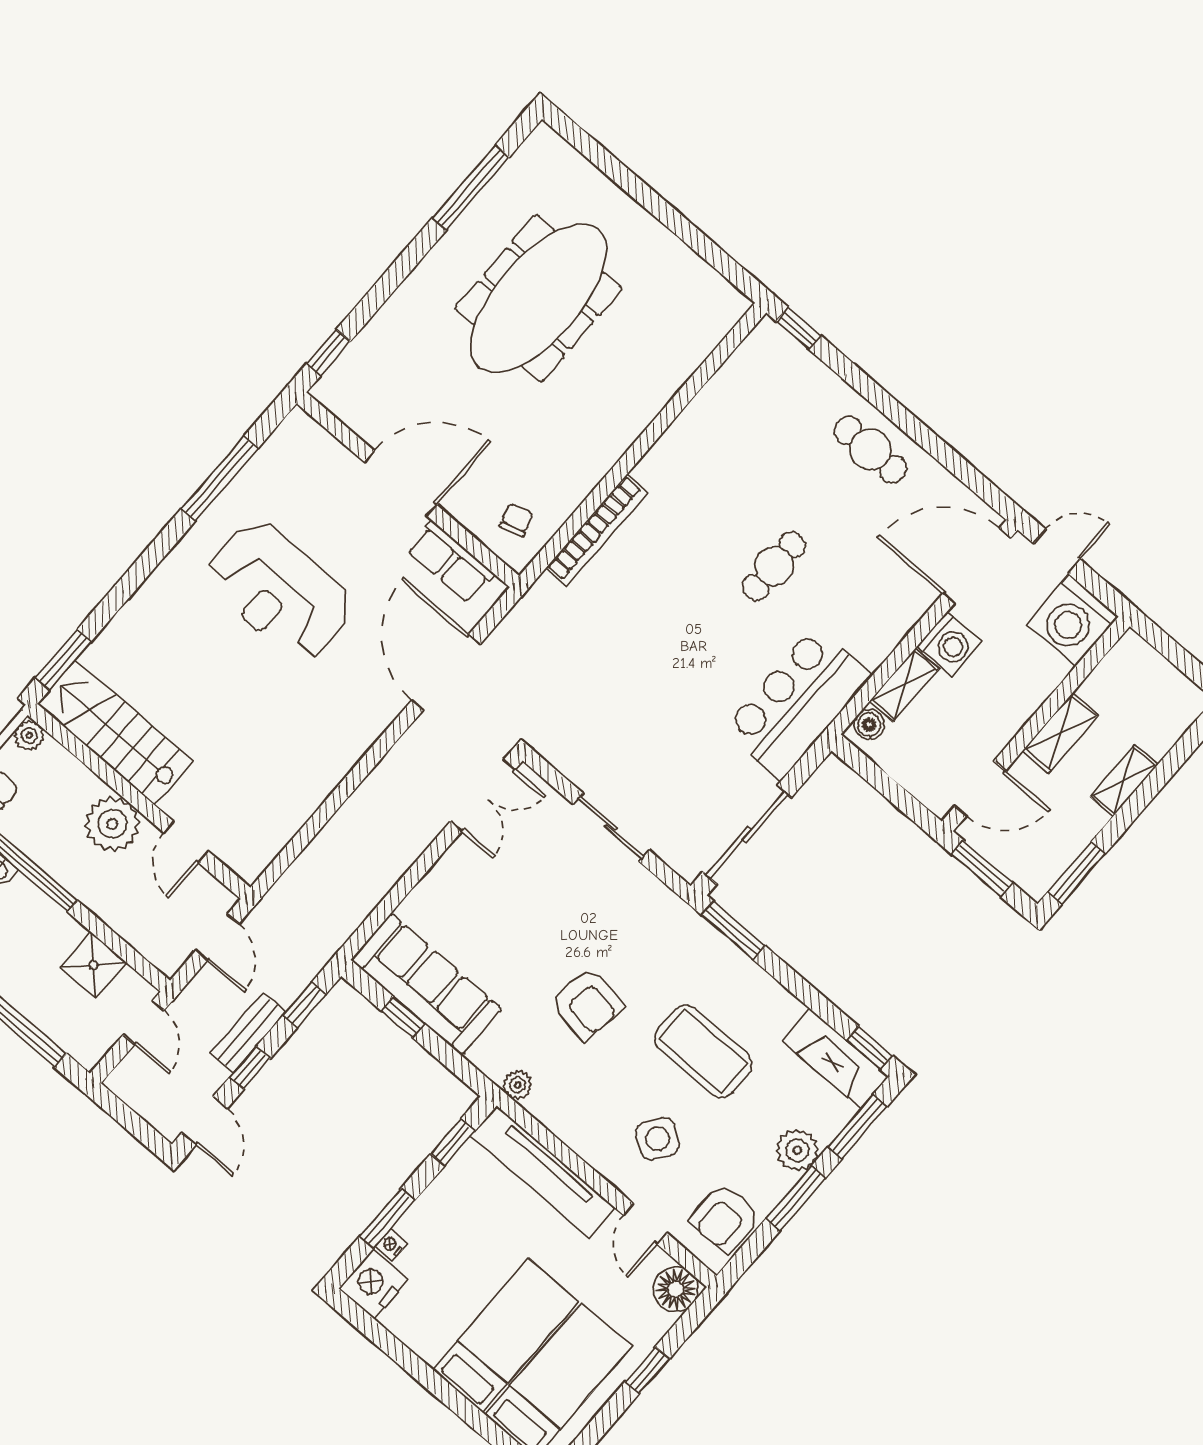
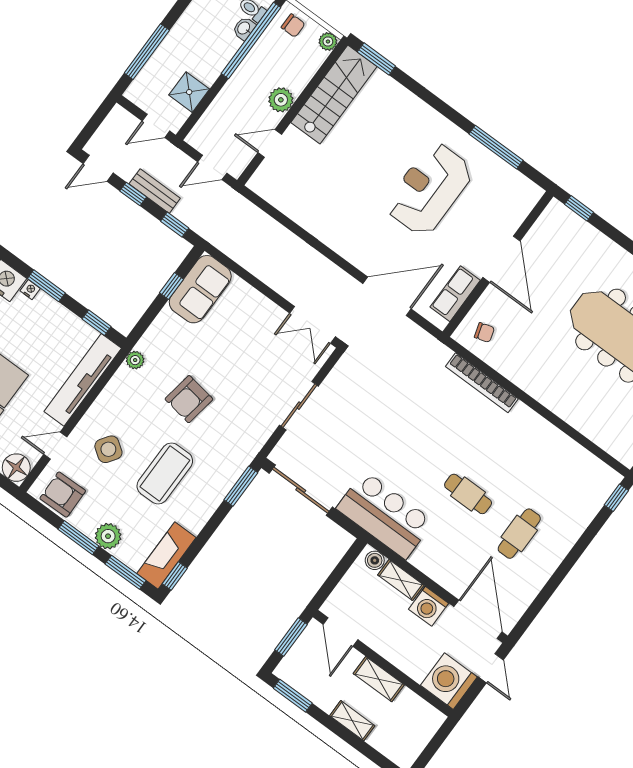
cafe table: (870, 450) -> (519, 534), moved
plant: (112, 824) -> (281, 100), width x0.73, depth x0.73
sofa: (426, 984) -> (200, 289), width x0.73

